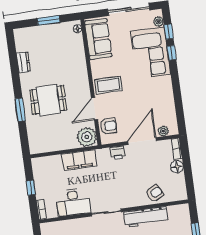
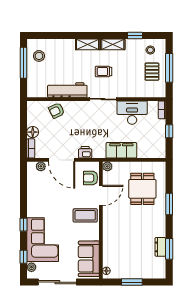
window: (172, 53) -> (23, 225), moved
window: (14, 61) -> (169, 249), added
dining table: (48, 100) -> (142, 189), moved, turned 90
plant: (87, 137) -> (107, 166), width x0.53, depth x0.53
door: (142, 141) -> (62, 160), hinge flipped

